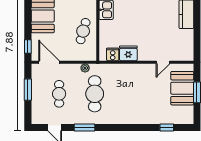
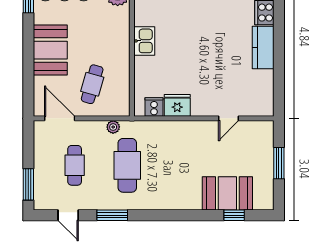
cafe table: (83, 31) -> (92, 84), moved
window: (28, 46) -> (28, 95), removed
booth: (182, 88) -> (227, 193), moved, turned 90
window: (28, 90) -> (28, 184), moved

